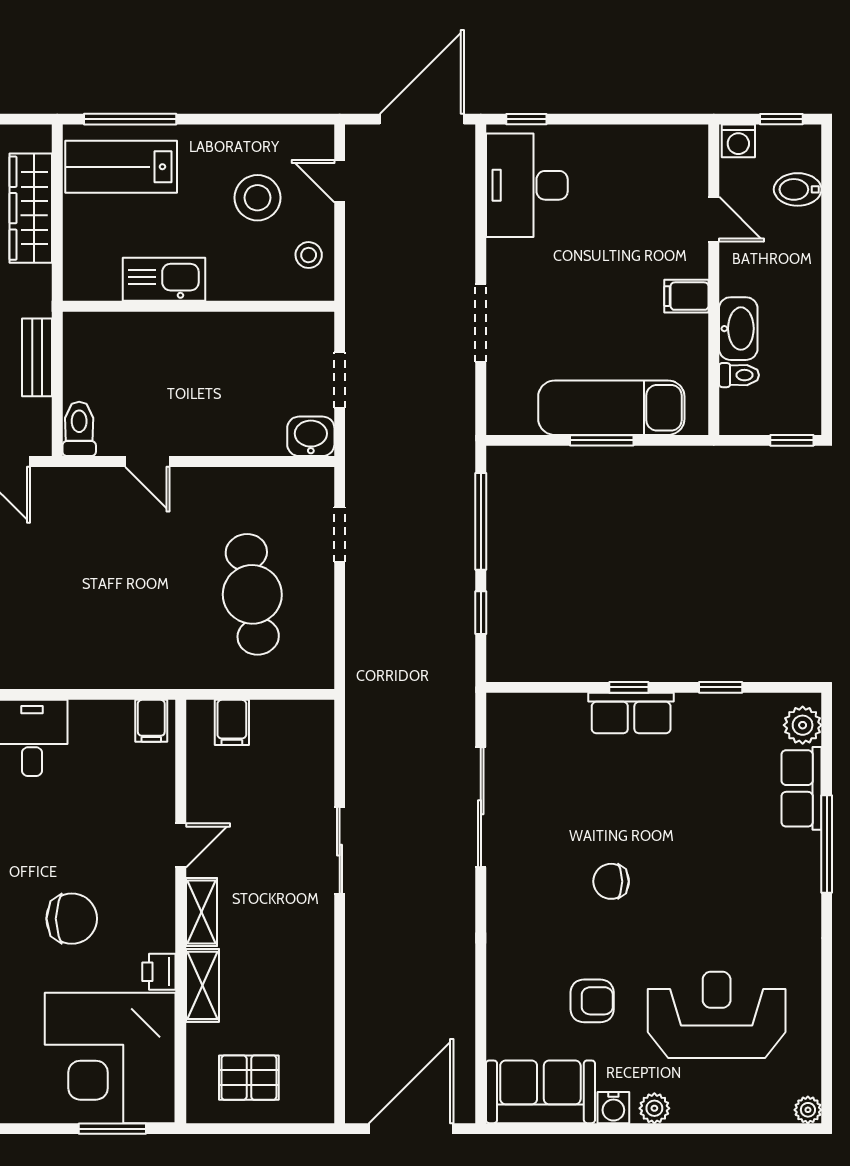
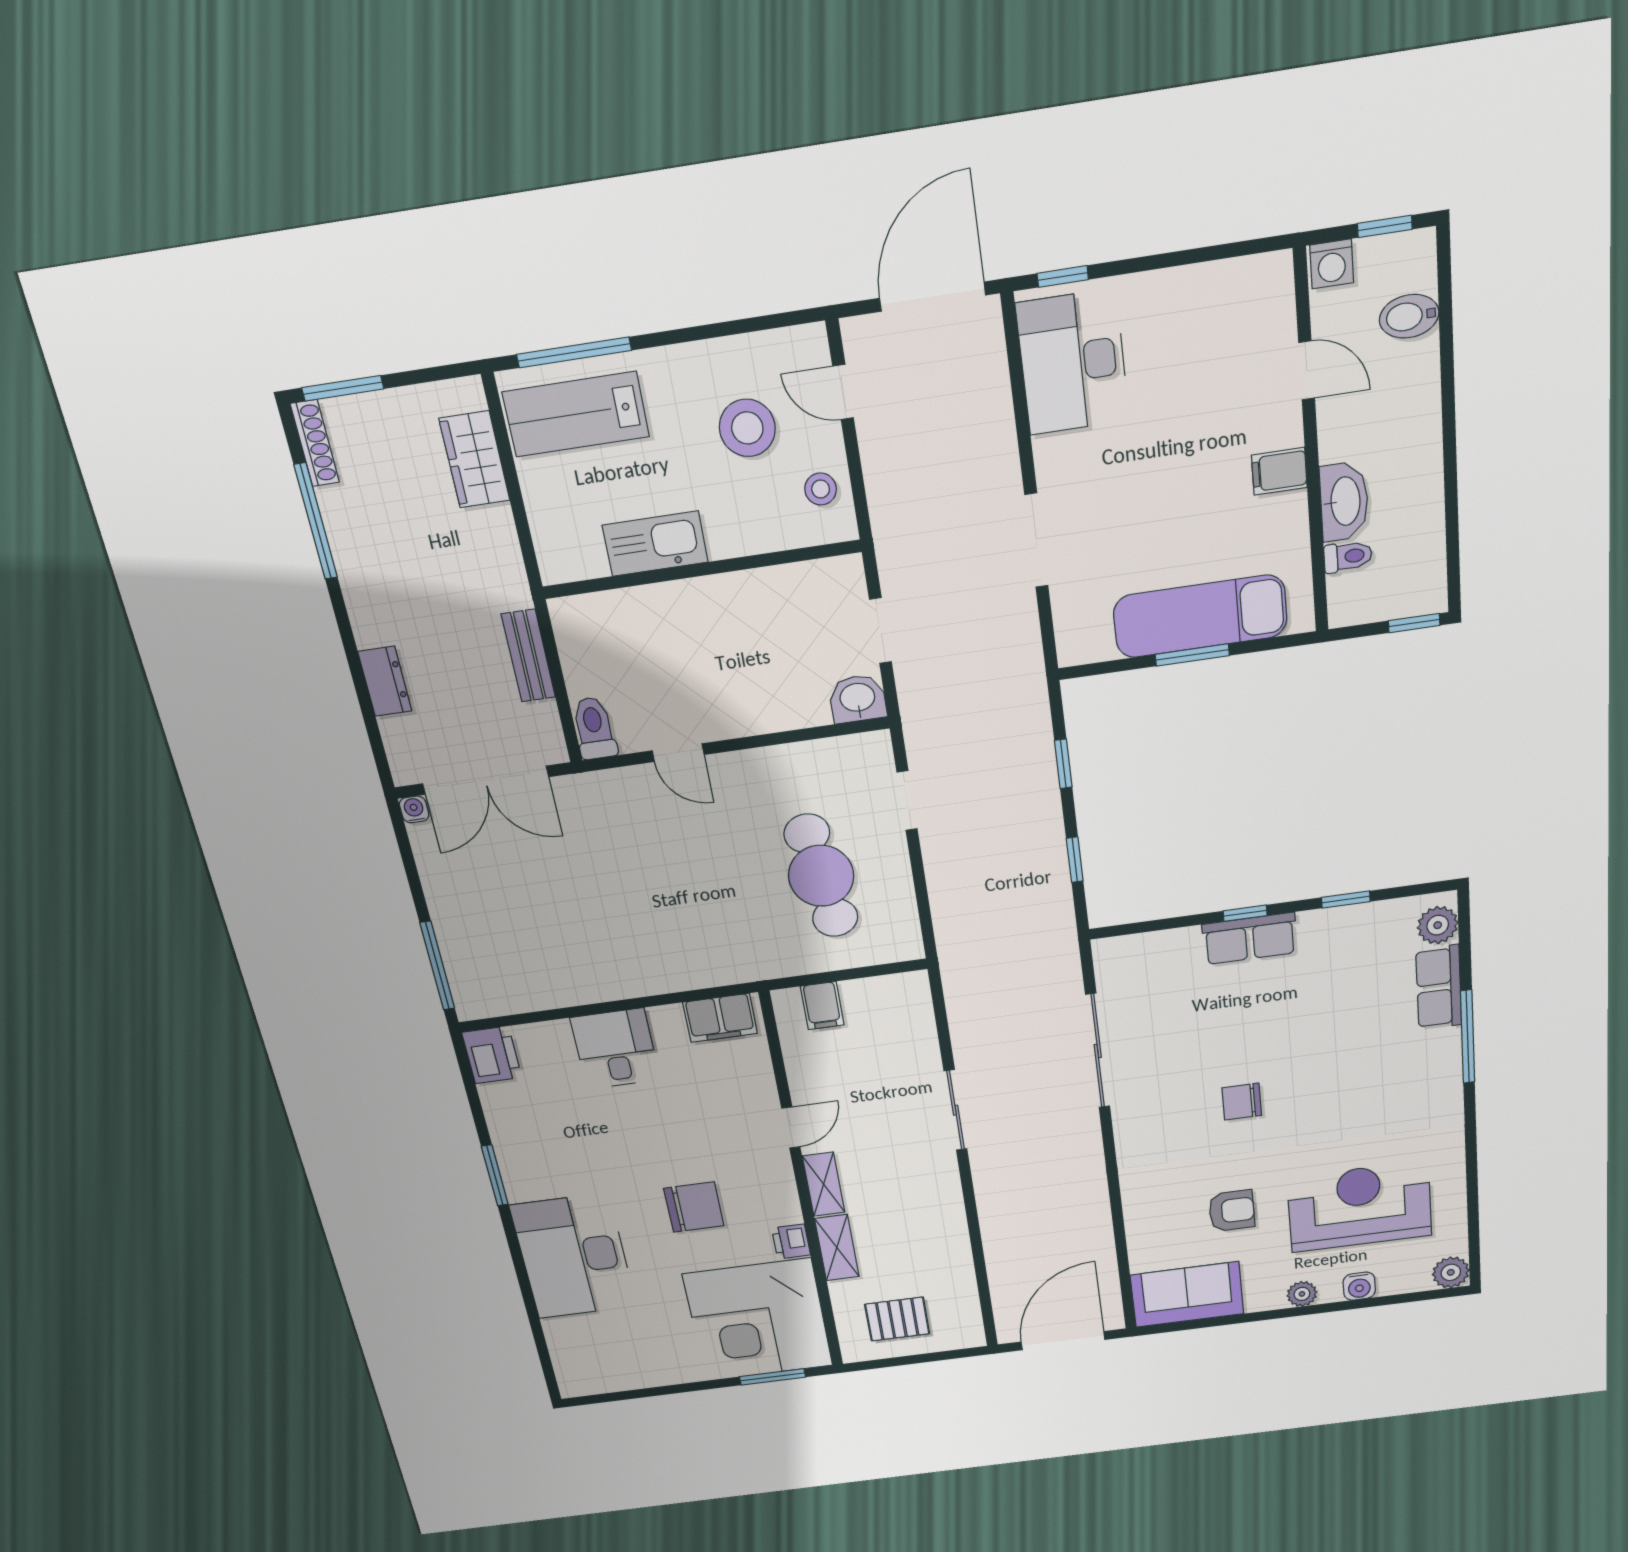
wardrobe: (31, 208) -> (475, 460), width x0.67
window: (481, 521) -> (1063, 764), width x0.46
filing cabinet: (151, 721) -> (720, 1018), width x2.00
water cooler: (613, 1108) -> (1359, 1286), moved
plant: (808, 1110) -> (1451, 1272), width x1.38, depth x1.38

